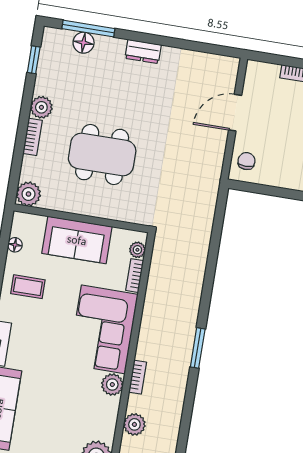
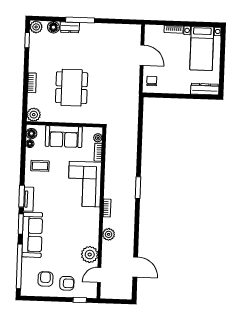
window: (88, 29) -> (80, 20), moved
dresser: (143, 52) -> (70, 27), moved
plant: (41, 107) -> (36, 27), moved
door: (235, 113) -> (142, 55), swing flipped
dining table: (102, 155) -> (72, 88), turned 90
floor lamp: (20, 227) -> (31, 134), added
plant: (112, 385) -> (93, 214), removed

